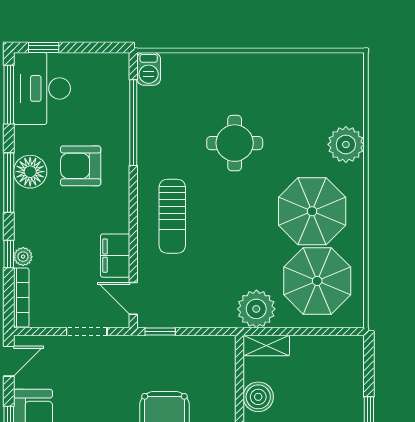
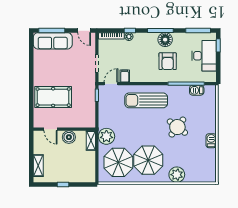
barbecue: (267, 64) -> (211, 141), added
barbecue: (149, 69) -> (197, 90), moved
desk: (42, 88) -> (204, 56), moved, turned 90
round table: (235, 143) -> (177, 127), turned 37
armchair: (81, 166) -> (168, 61), turned 180
sun lounger: (172, 216) -> (146, 100), width x1.36, depth x1.34
filing cabinet: (115, 256) -> (125, 76), width x0.50

